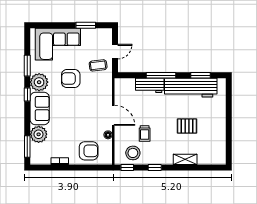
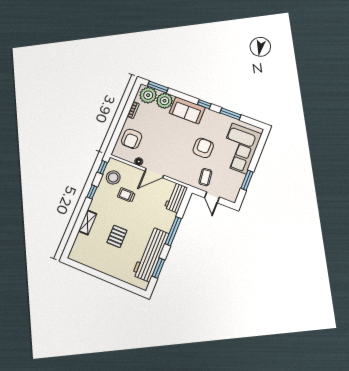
plant: (39, 82) -> (148, 95), moved
workbench: (150, 85) -> (176, 198), moved

